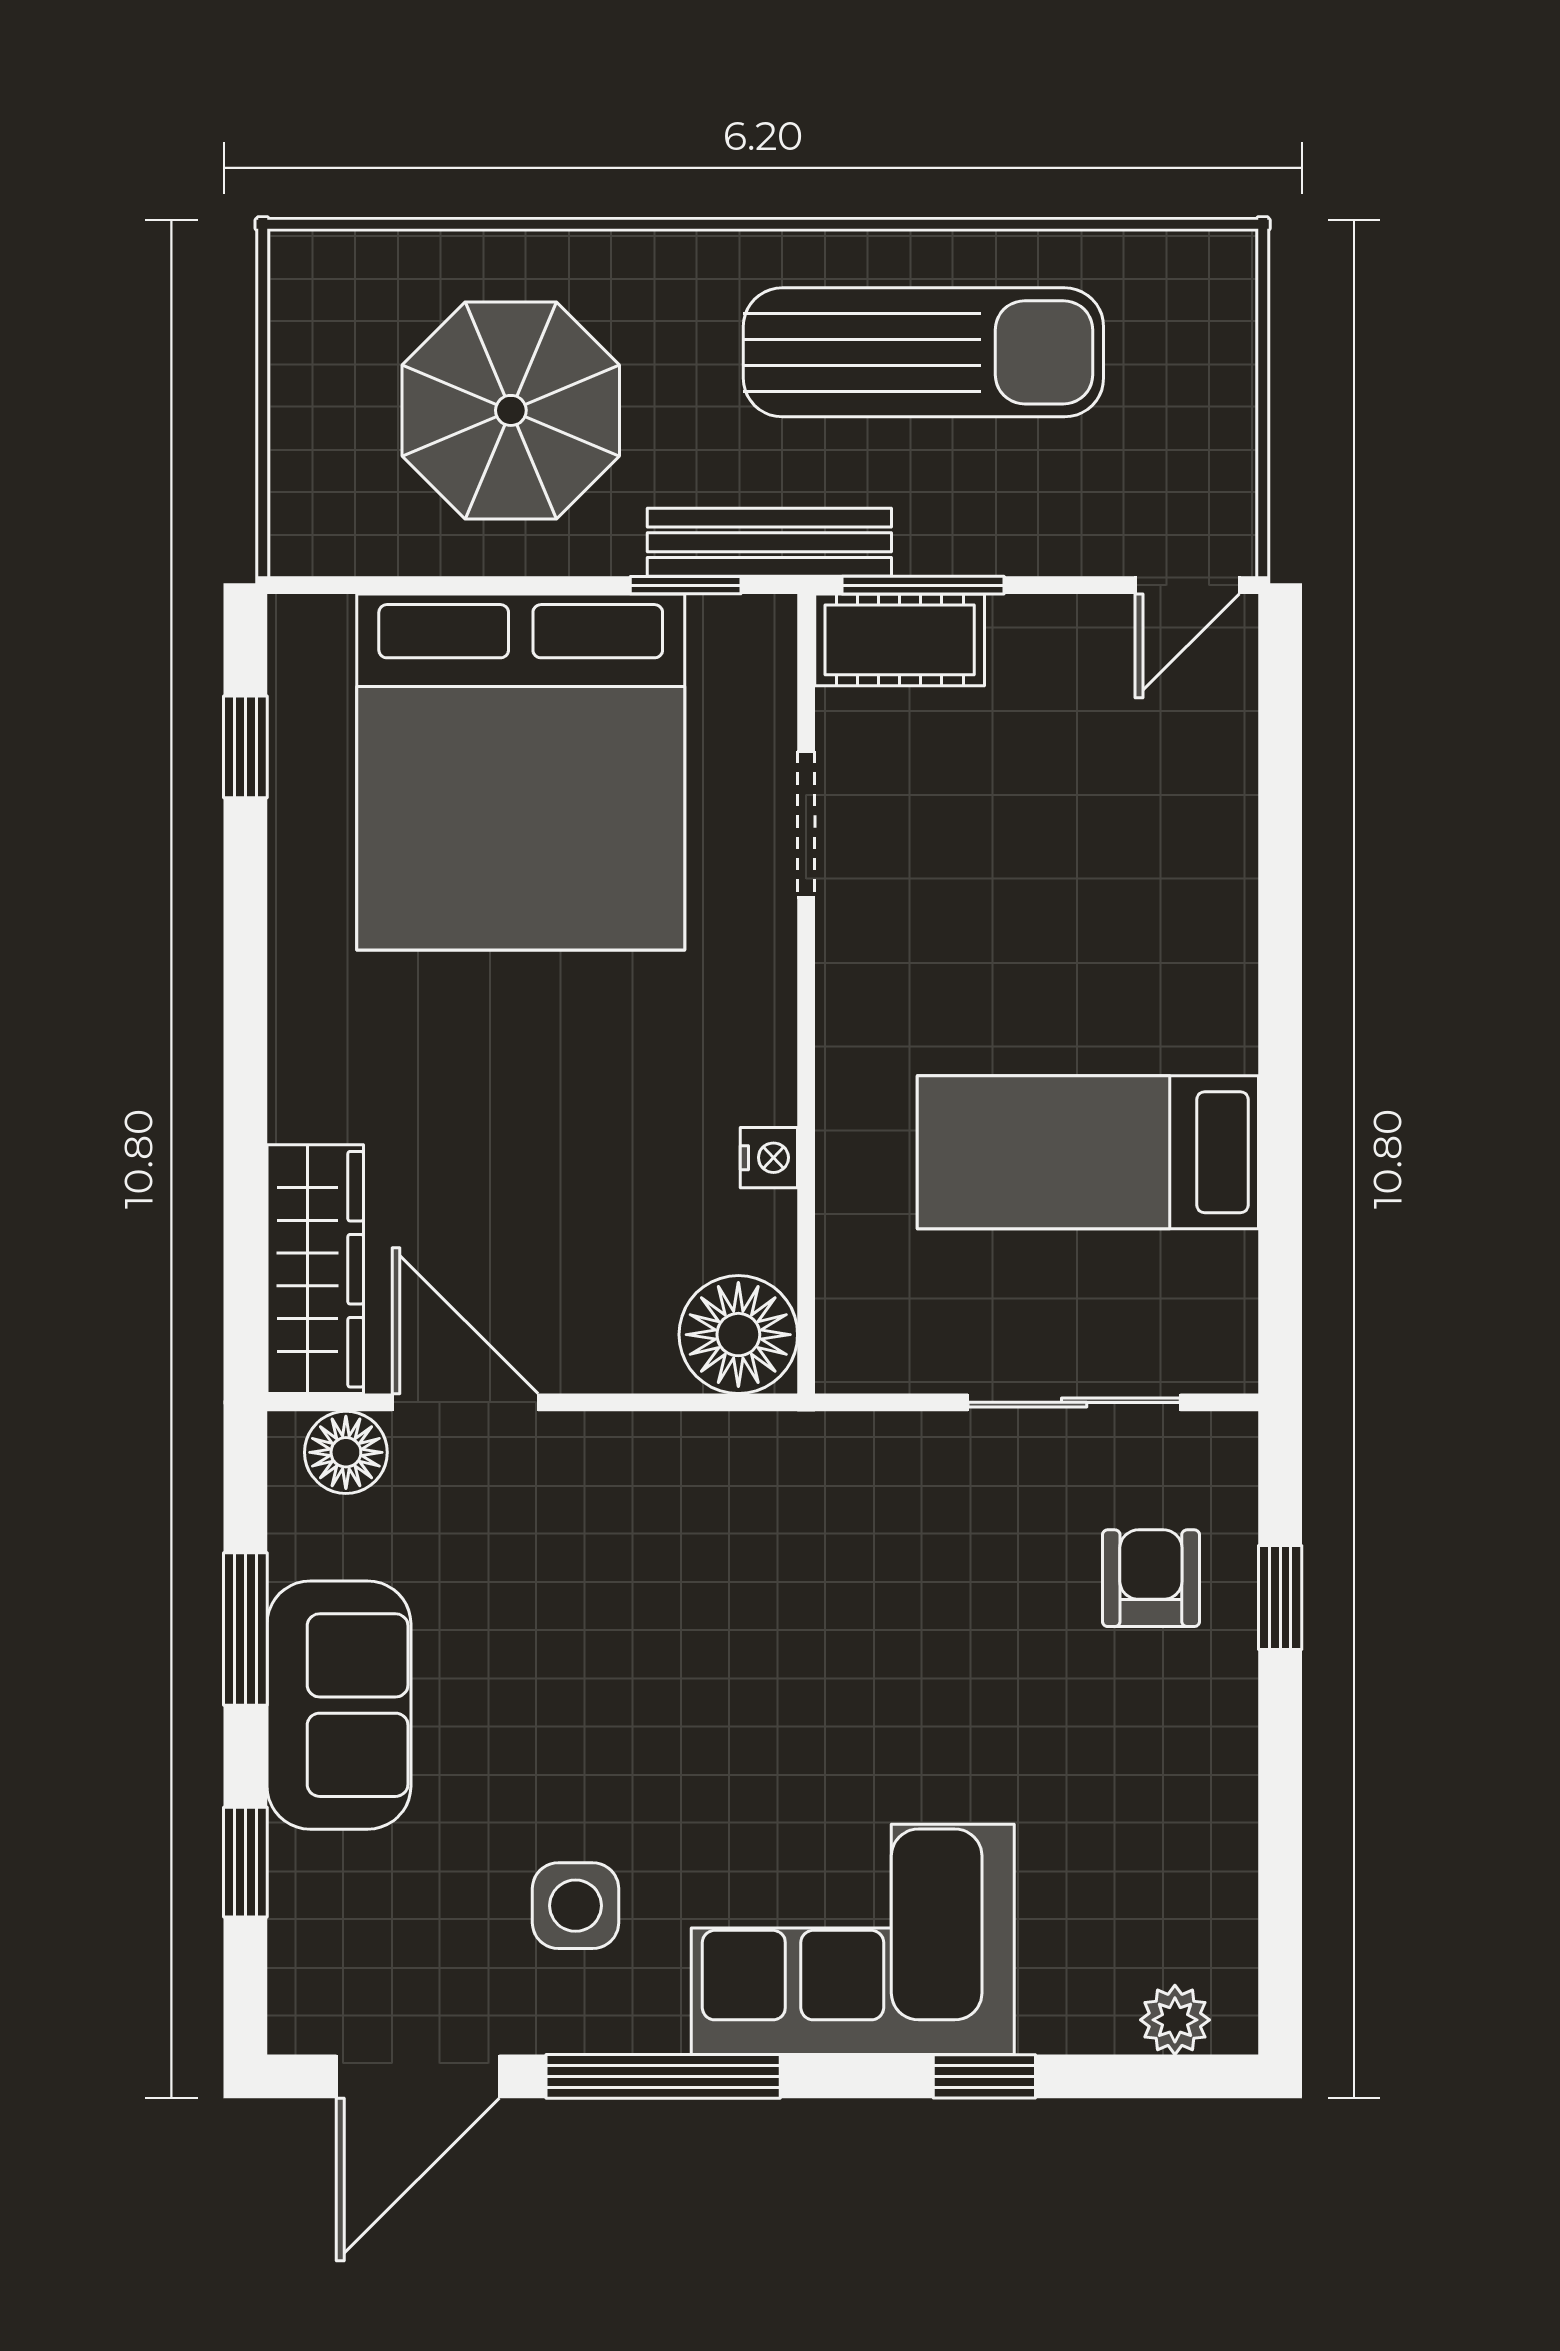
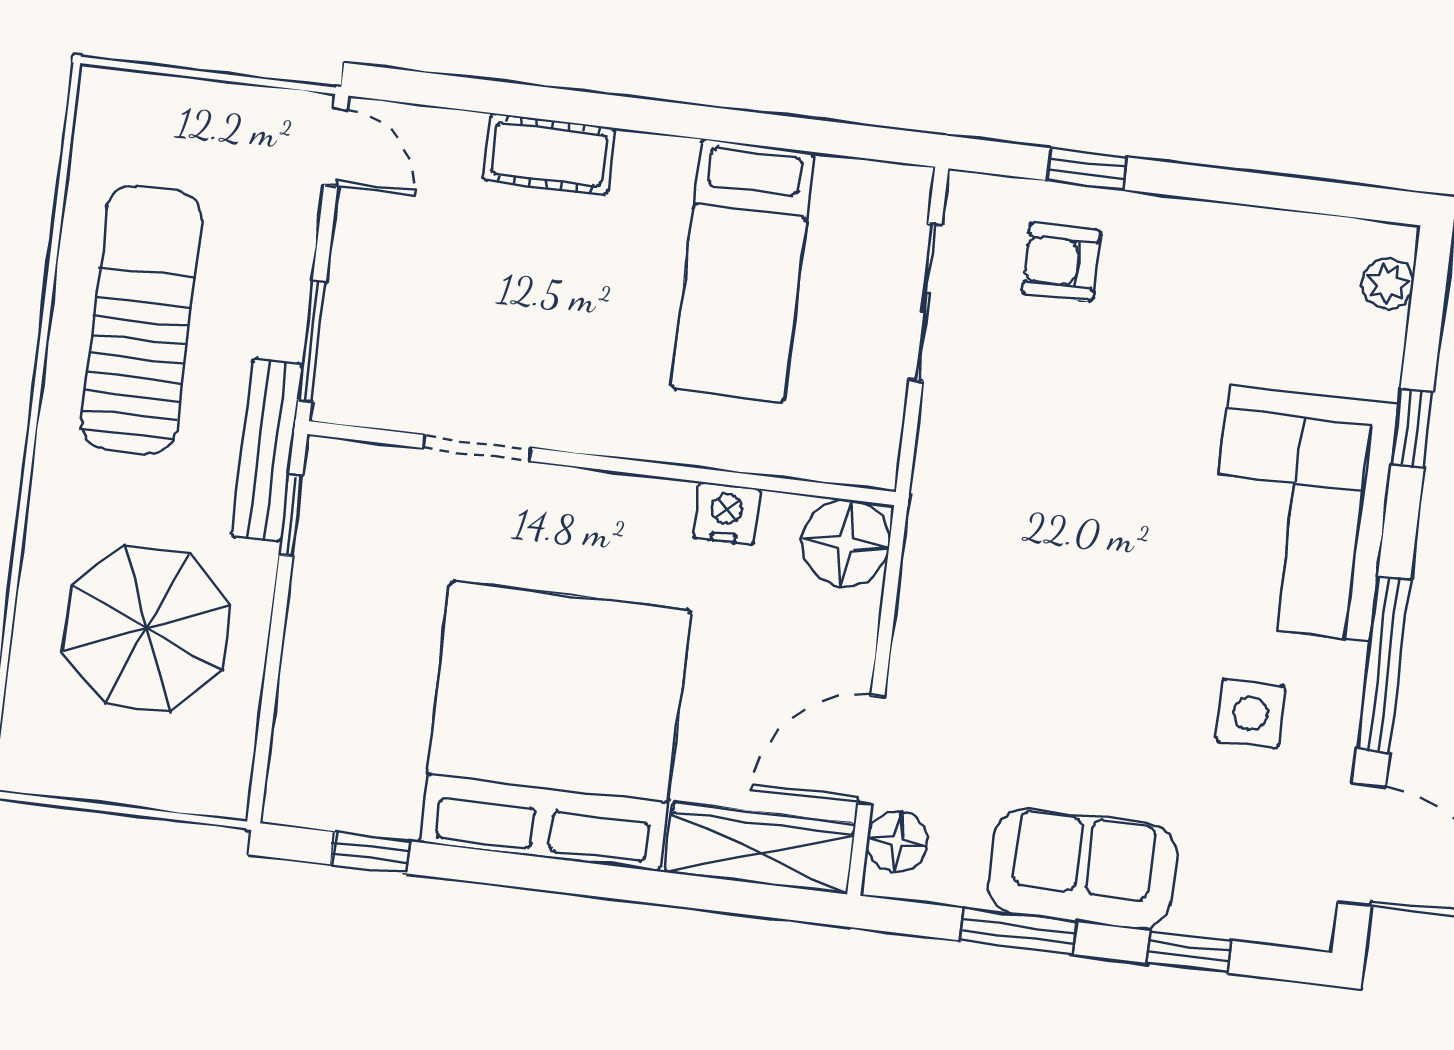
cot: (900, 640) -> (549, 154), moved, turned 90
bed: (521, 772) -> (555, 726), moved, turned -90
nightstand: (769, 1158) -> (726, 513), width x1.39, depth x1.35

